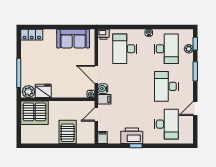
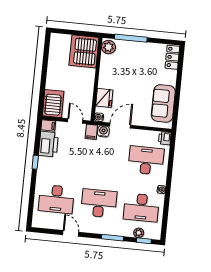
fridge: (43, 91) -> (104, 98), moved
server rack: (68, 132) -> (53, 104), moved, turned -90
printer: (132, 136) -> (48, 144), moved

